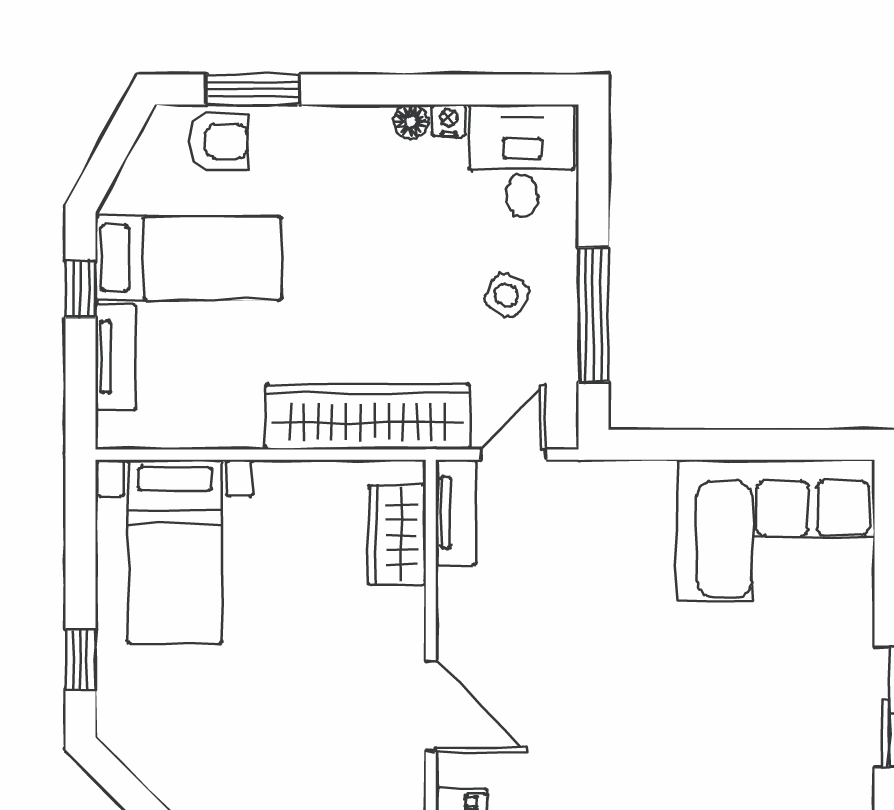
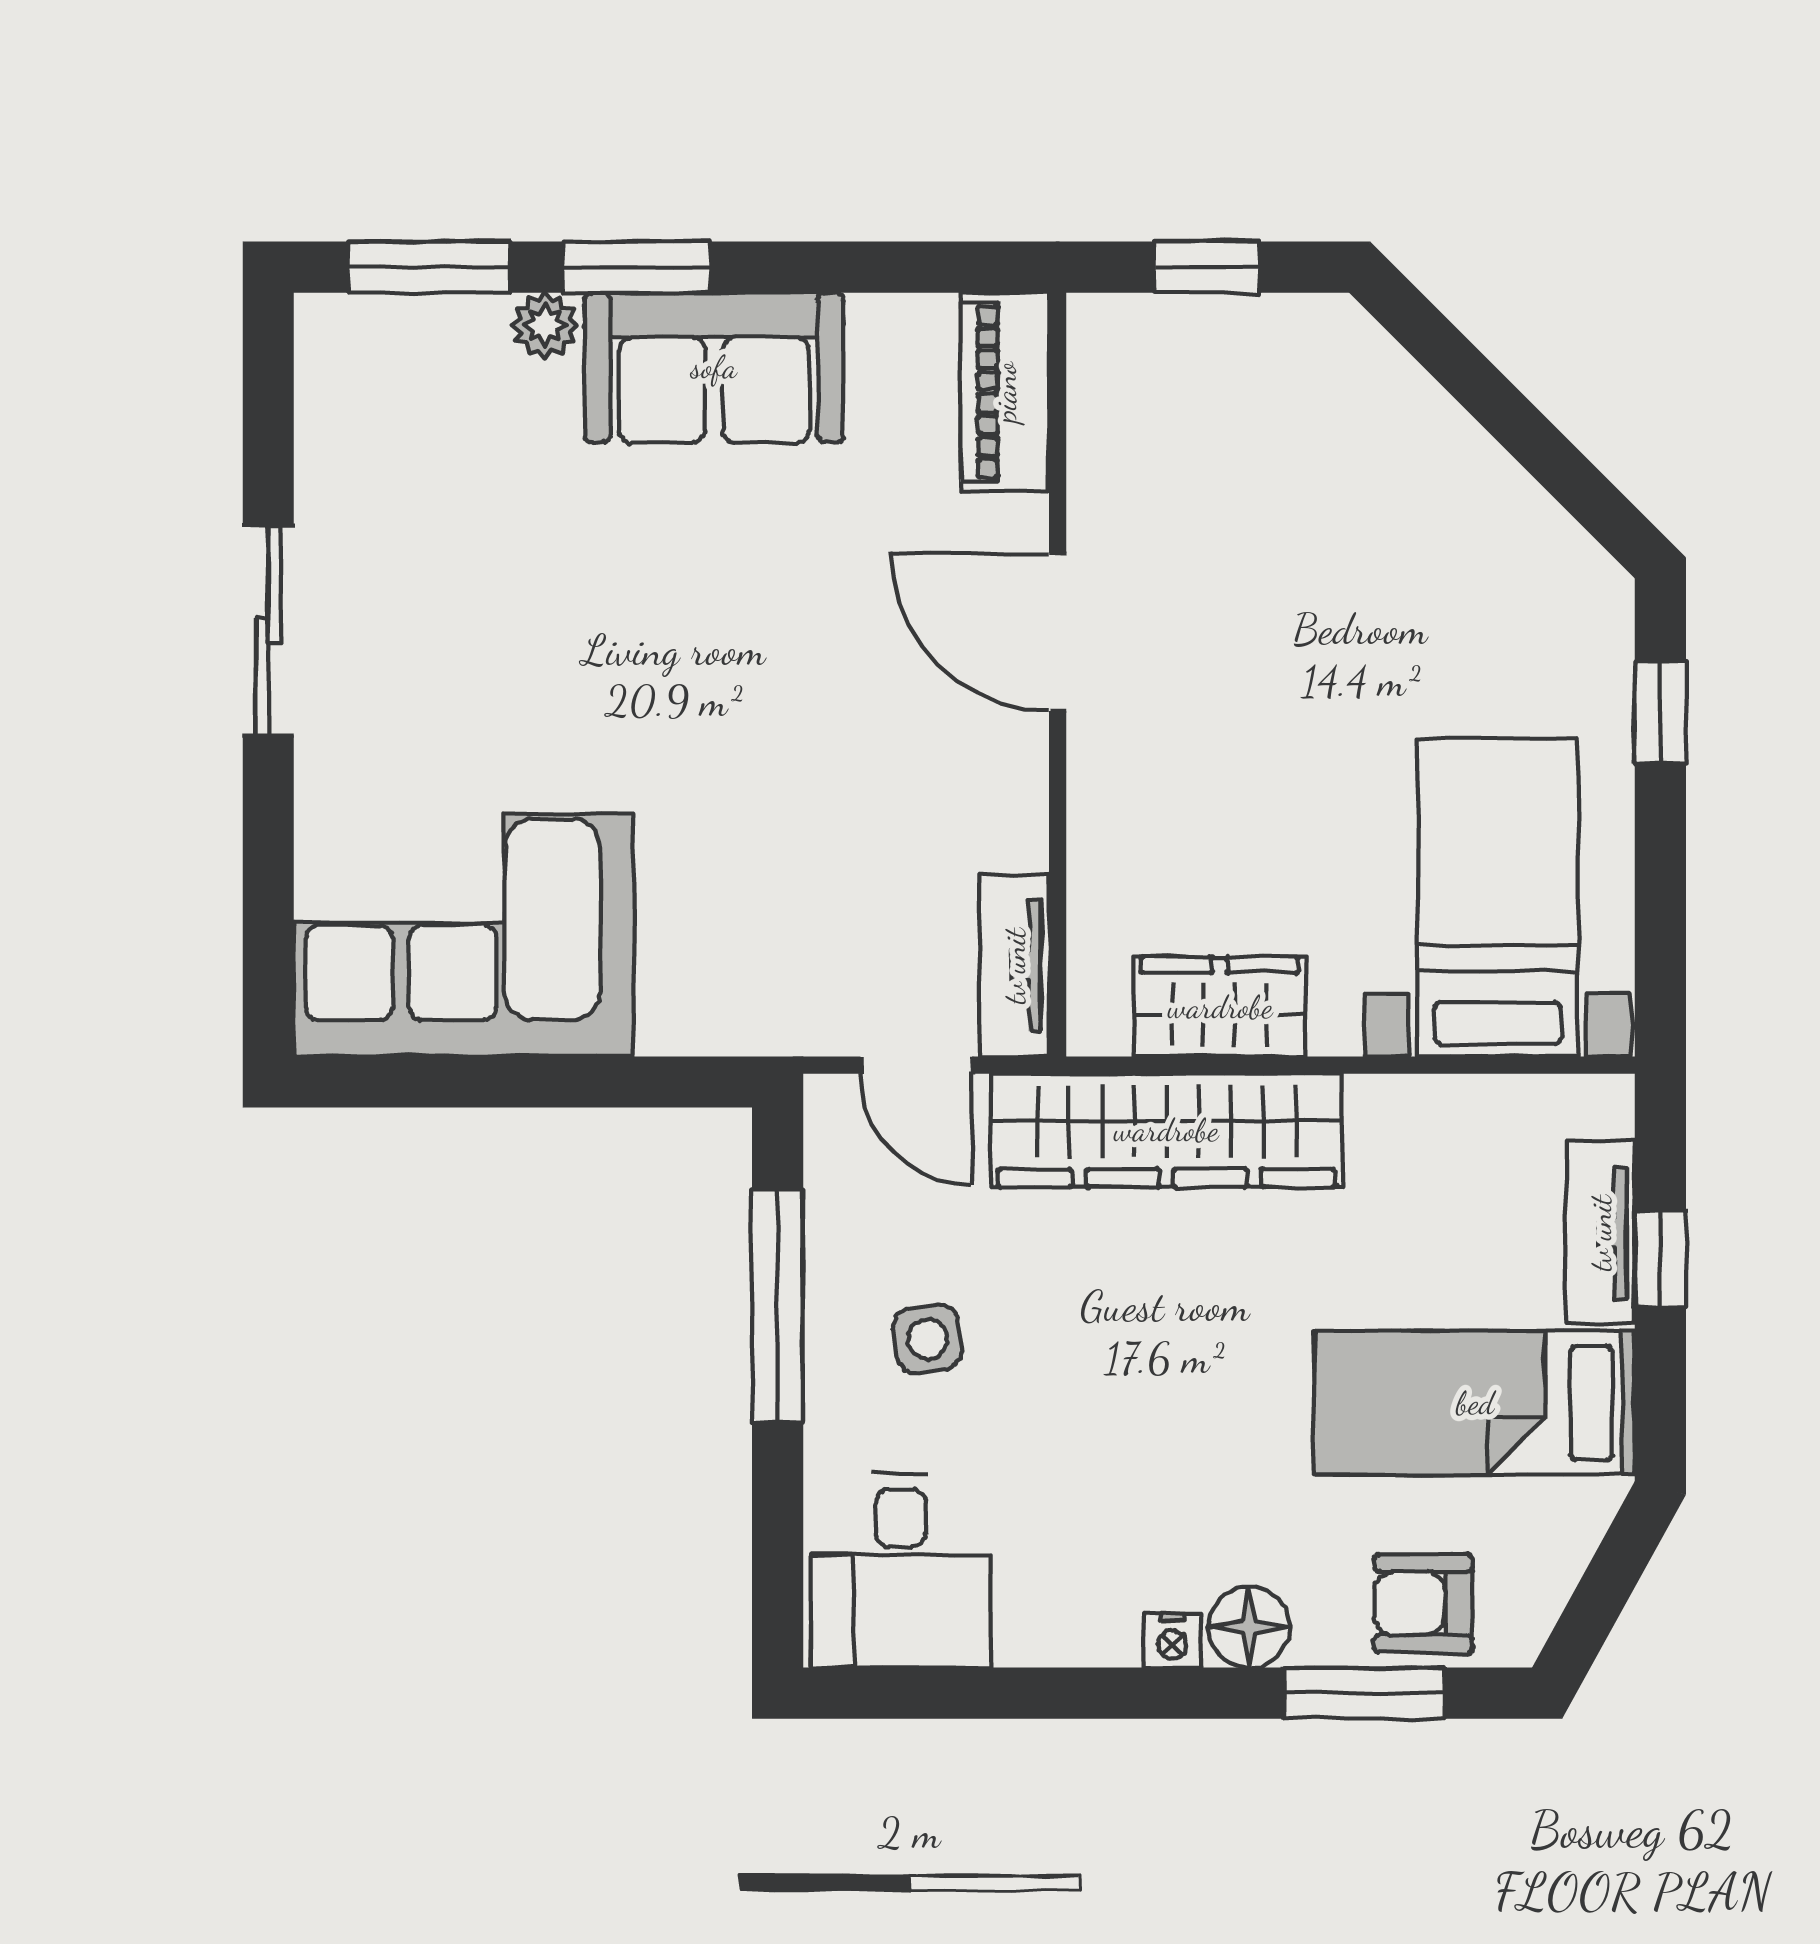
nightstand: (449, 120) -> (1172, 1640), moved
floor lamp: (411, 122) -> (1249, 1627), moved, width x1.37, depth x1.37
window: (81, 289) -> (1660, 1259), moved
side table: (506, 295) -> (928, 1339), turned -38
door: (513, 455) -> (916, 1065), hinge flipped
wardrobe: (397, 535) -> (1220, 1007), moved, turned -90

